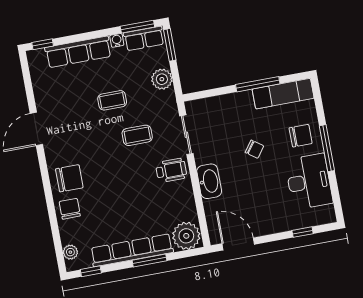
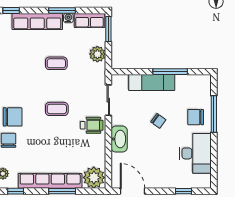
window: (137, 27) -> (62, 10), moved
exam couch: (283, 94) -> (152, 82), moved
coffee table: (137, 135) -> (57, 109), moved
chair: (301, 136) -> (196, 117), turned 180
window: (327, 148) -> (214, 114), moved

